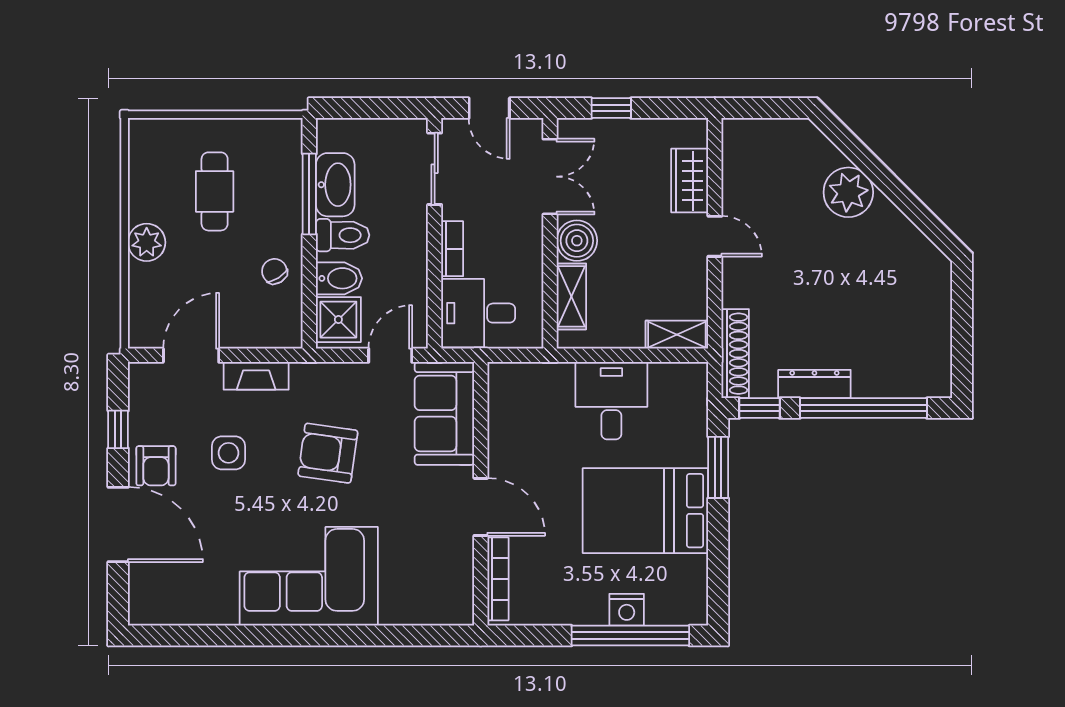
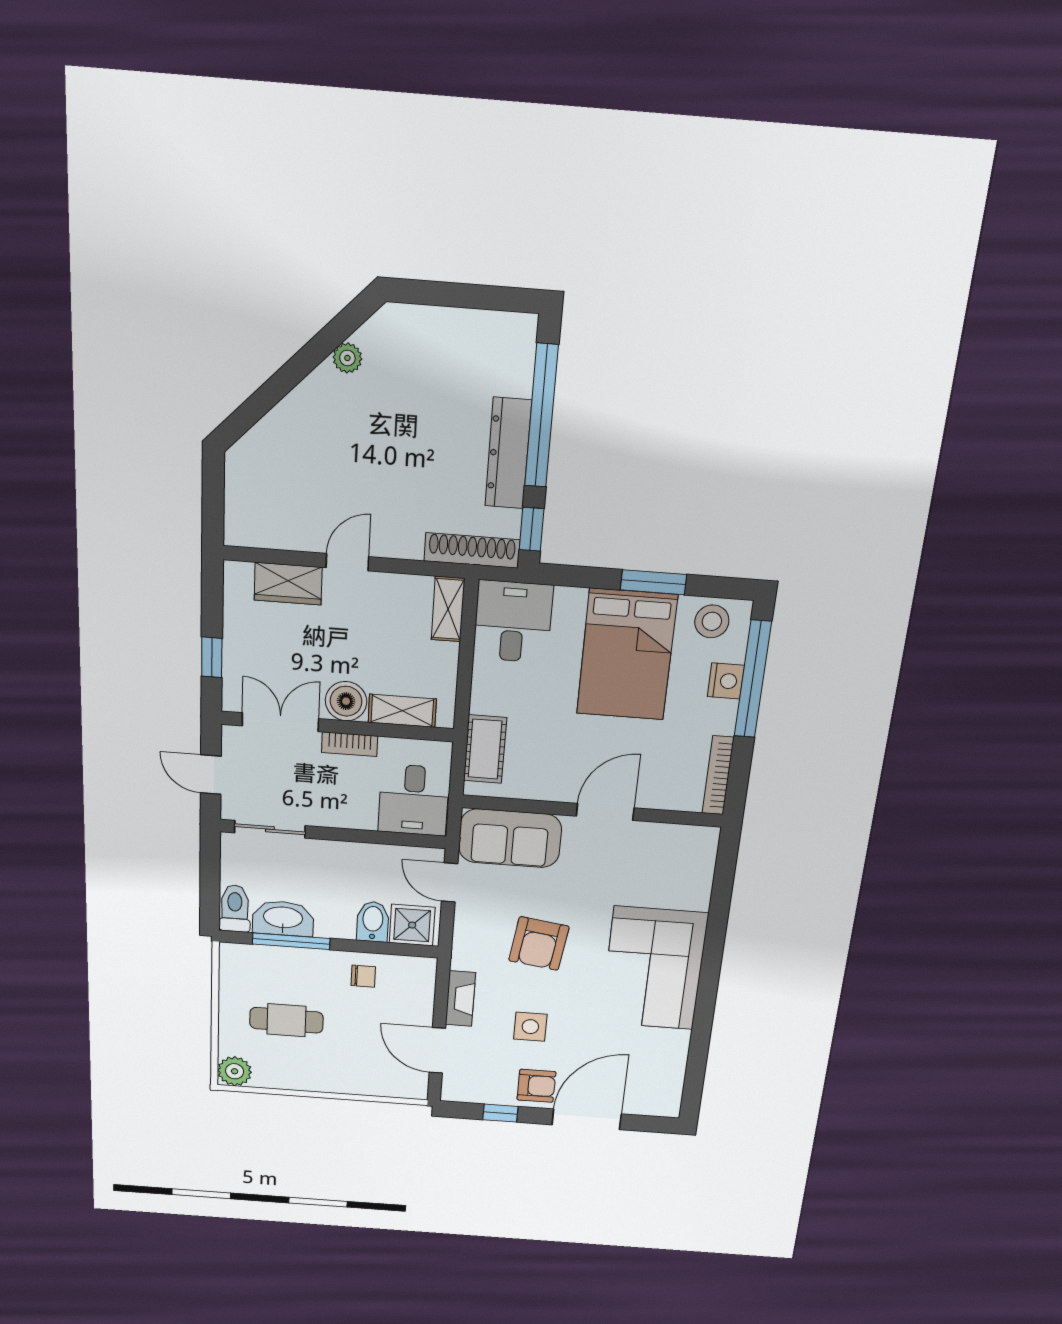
door: (489, 108) -> (211, 775), swing flipped
plant: (848, 192) -> (347, 358), moved, width x0.53, depth x0.53
toilet: (343, 235) -> (235, 908), moved
plant: (147, 242) -> (235, 1071), moved
bookcase: (452, 249) -> (350, 744), moved, turned 180
chair: (274, 271) -> (363, 976), turned -148
cot: (538, 381) -> (485, 749), added
dresser: (814, 384) -> (508, 453), width x1.37, depth x1.24
desk: (611, 401) -> (513, 622), moved, turned 90
window: (718, 467) -> (653, 582), moved
bookcase: (498, 579) -> (718, 775), moved, turned -90
stool: (685, 588) -> (712, 621), added

